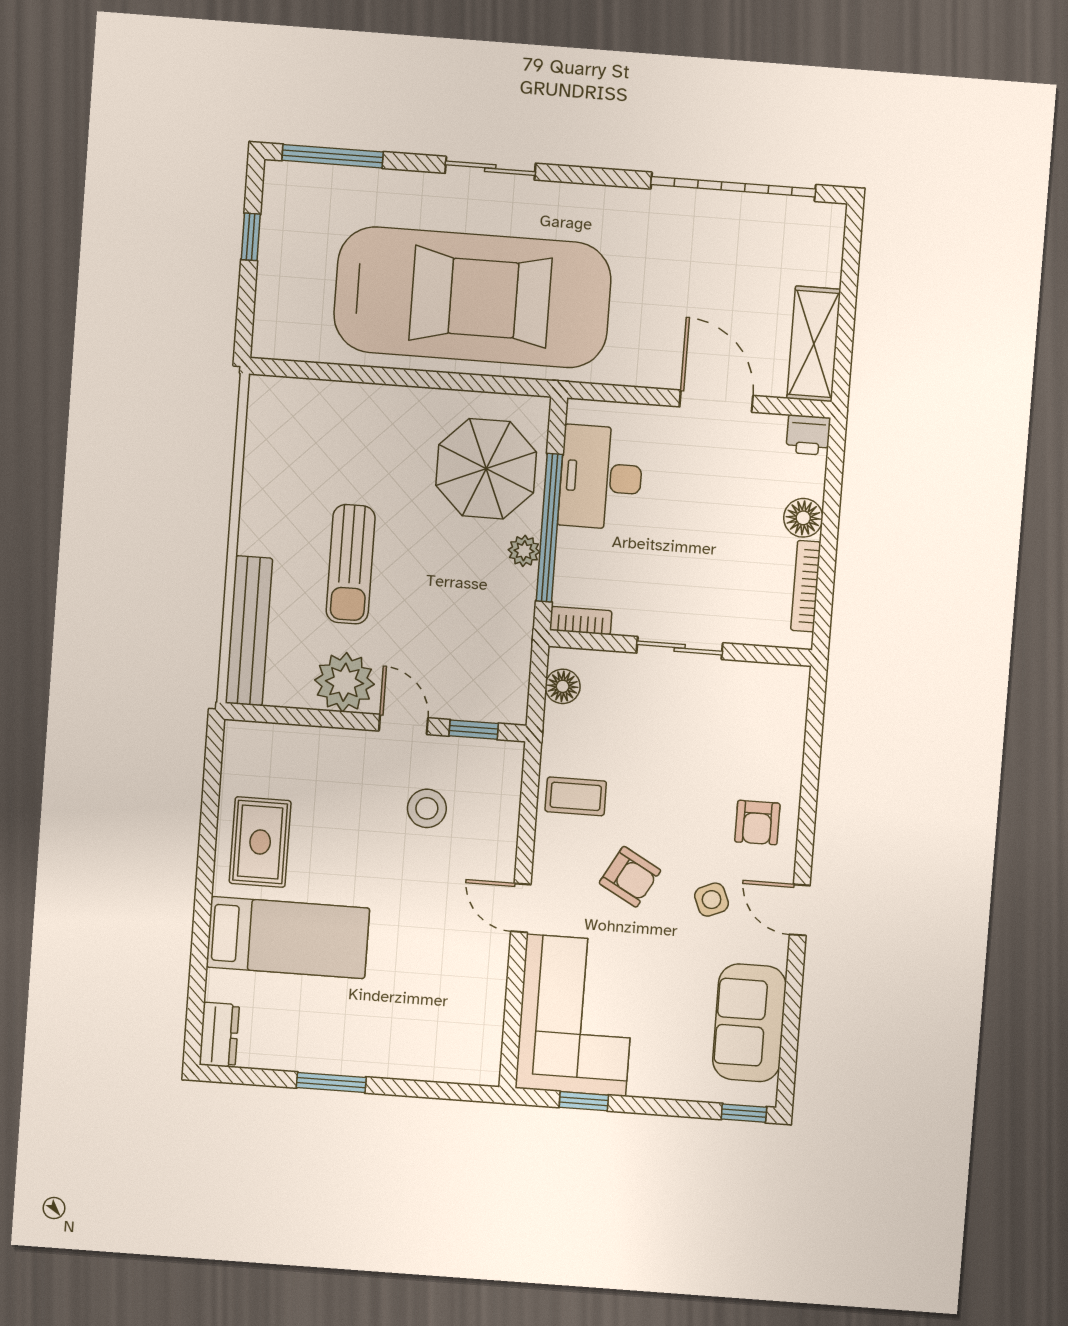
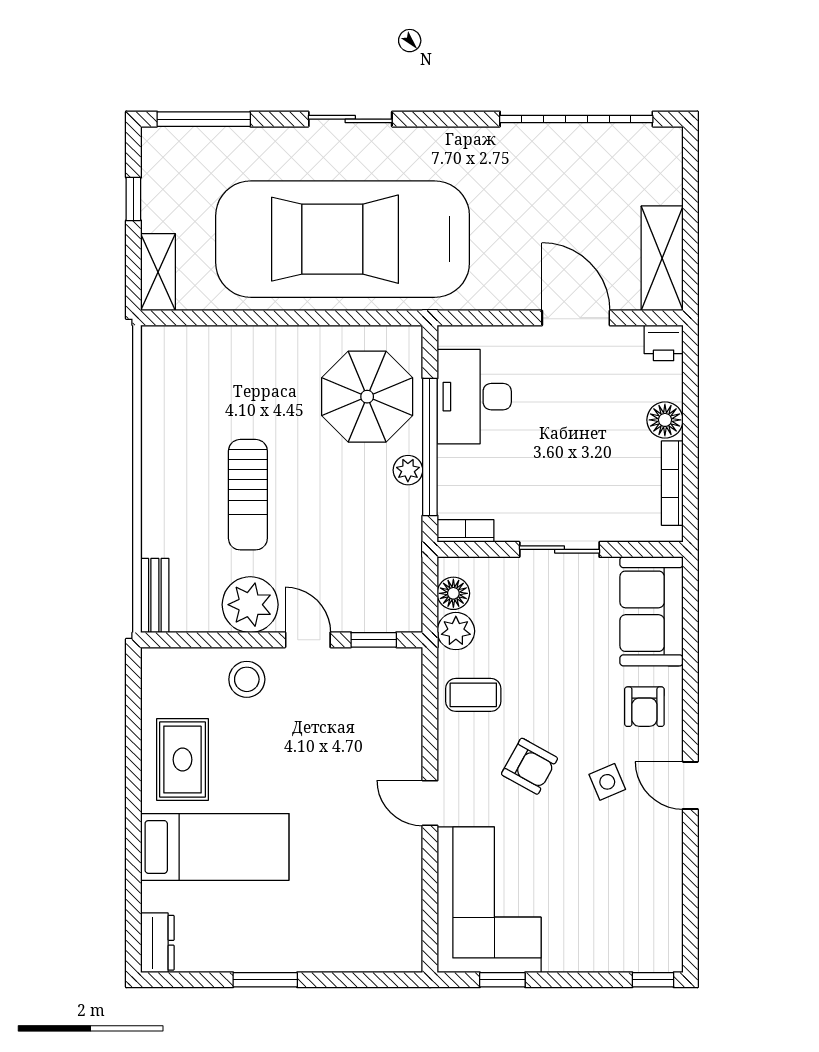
car: (472, 297) -> (343, 239), turned 180
shelving: (272, 318) -> (158, 272), added
bench: (249, 631) -> (155, 596), width x0.54, depth x0.82
plant: (562, 727) -> (456, 631), added
stool: (427, 808) -> (247, 679), moved
sofa: (749, 1023) -> (652, 611), moved

